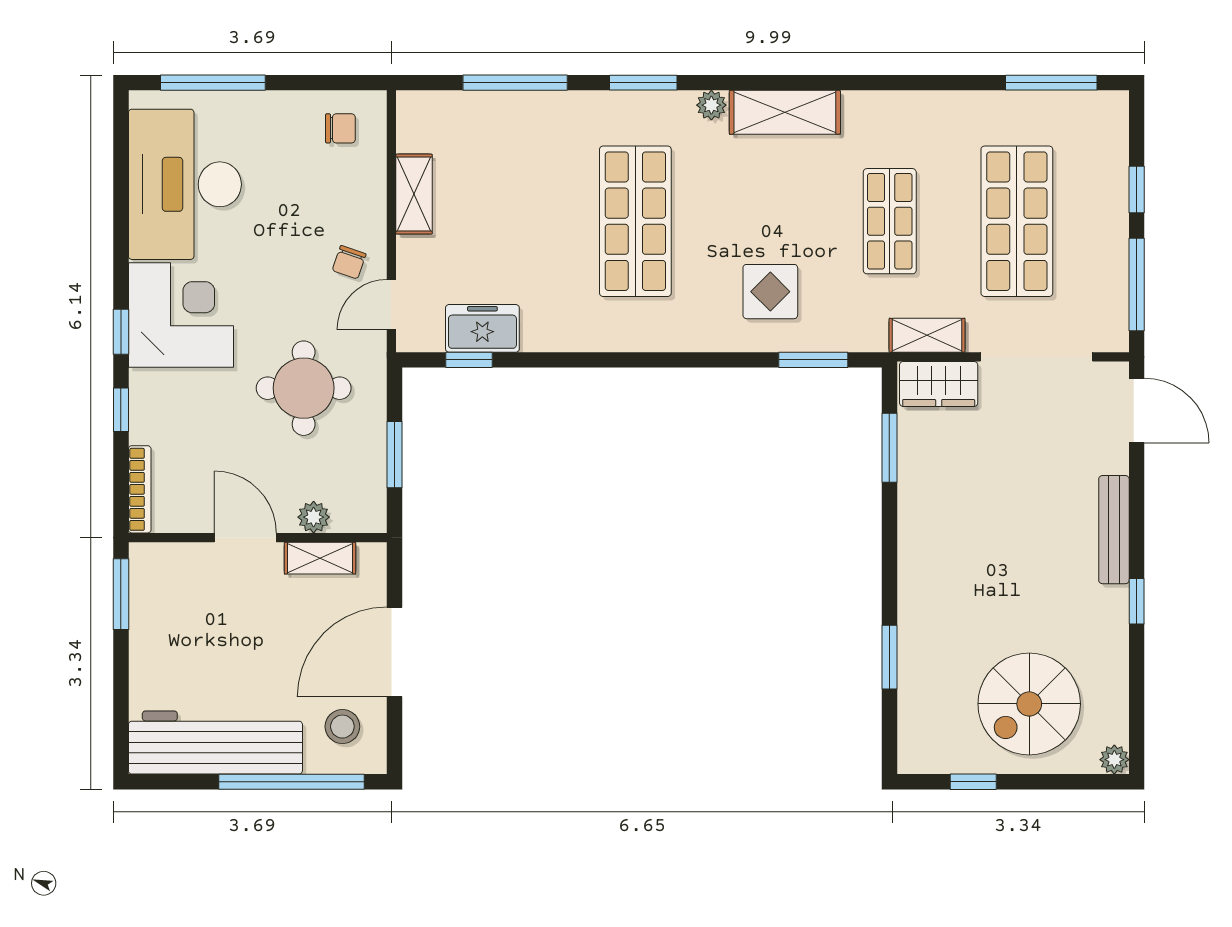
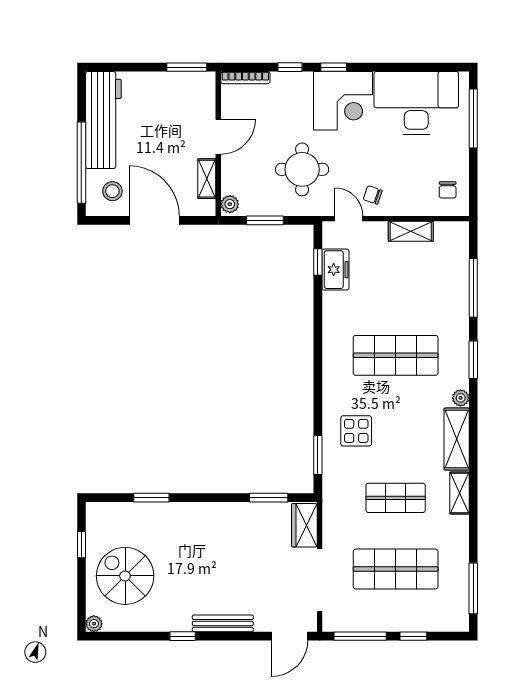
shelving: (927, 335) -> (459, 493), moved
plant: (314, 517) -> (230, 204), moved

